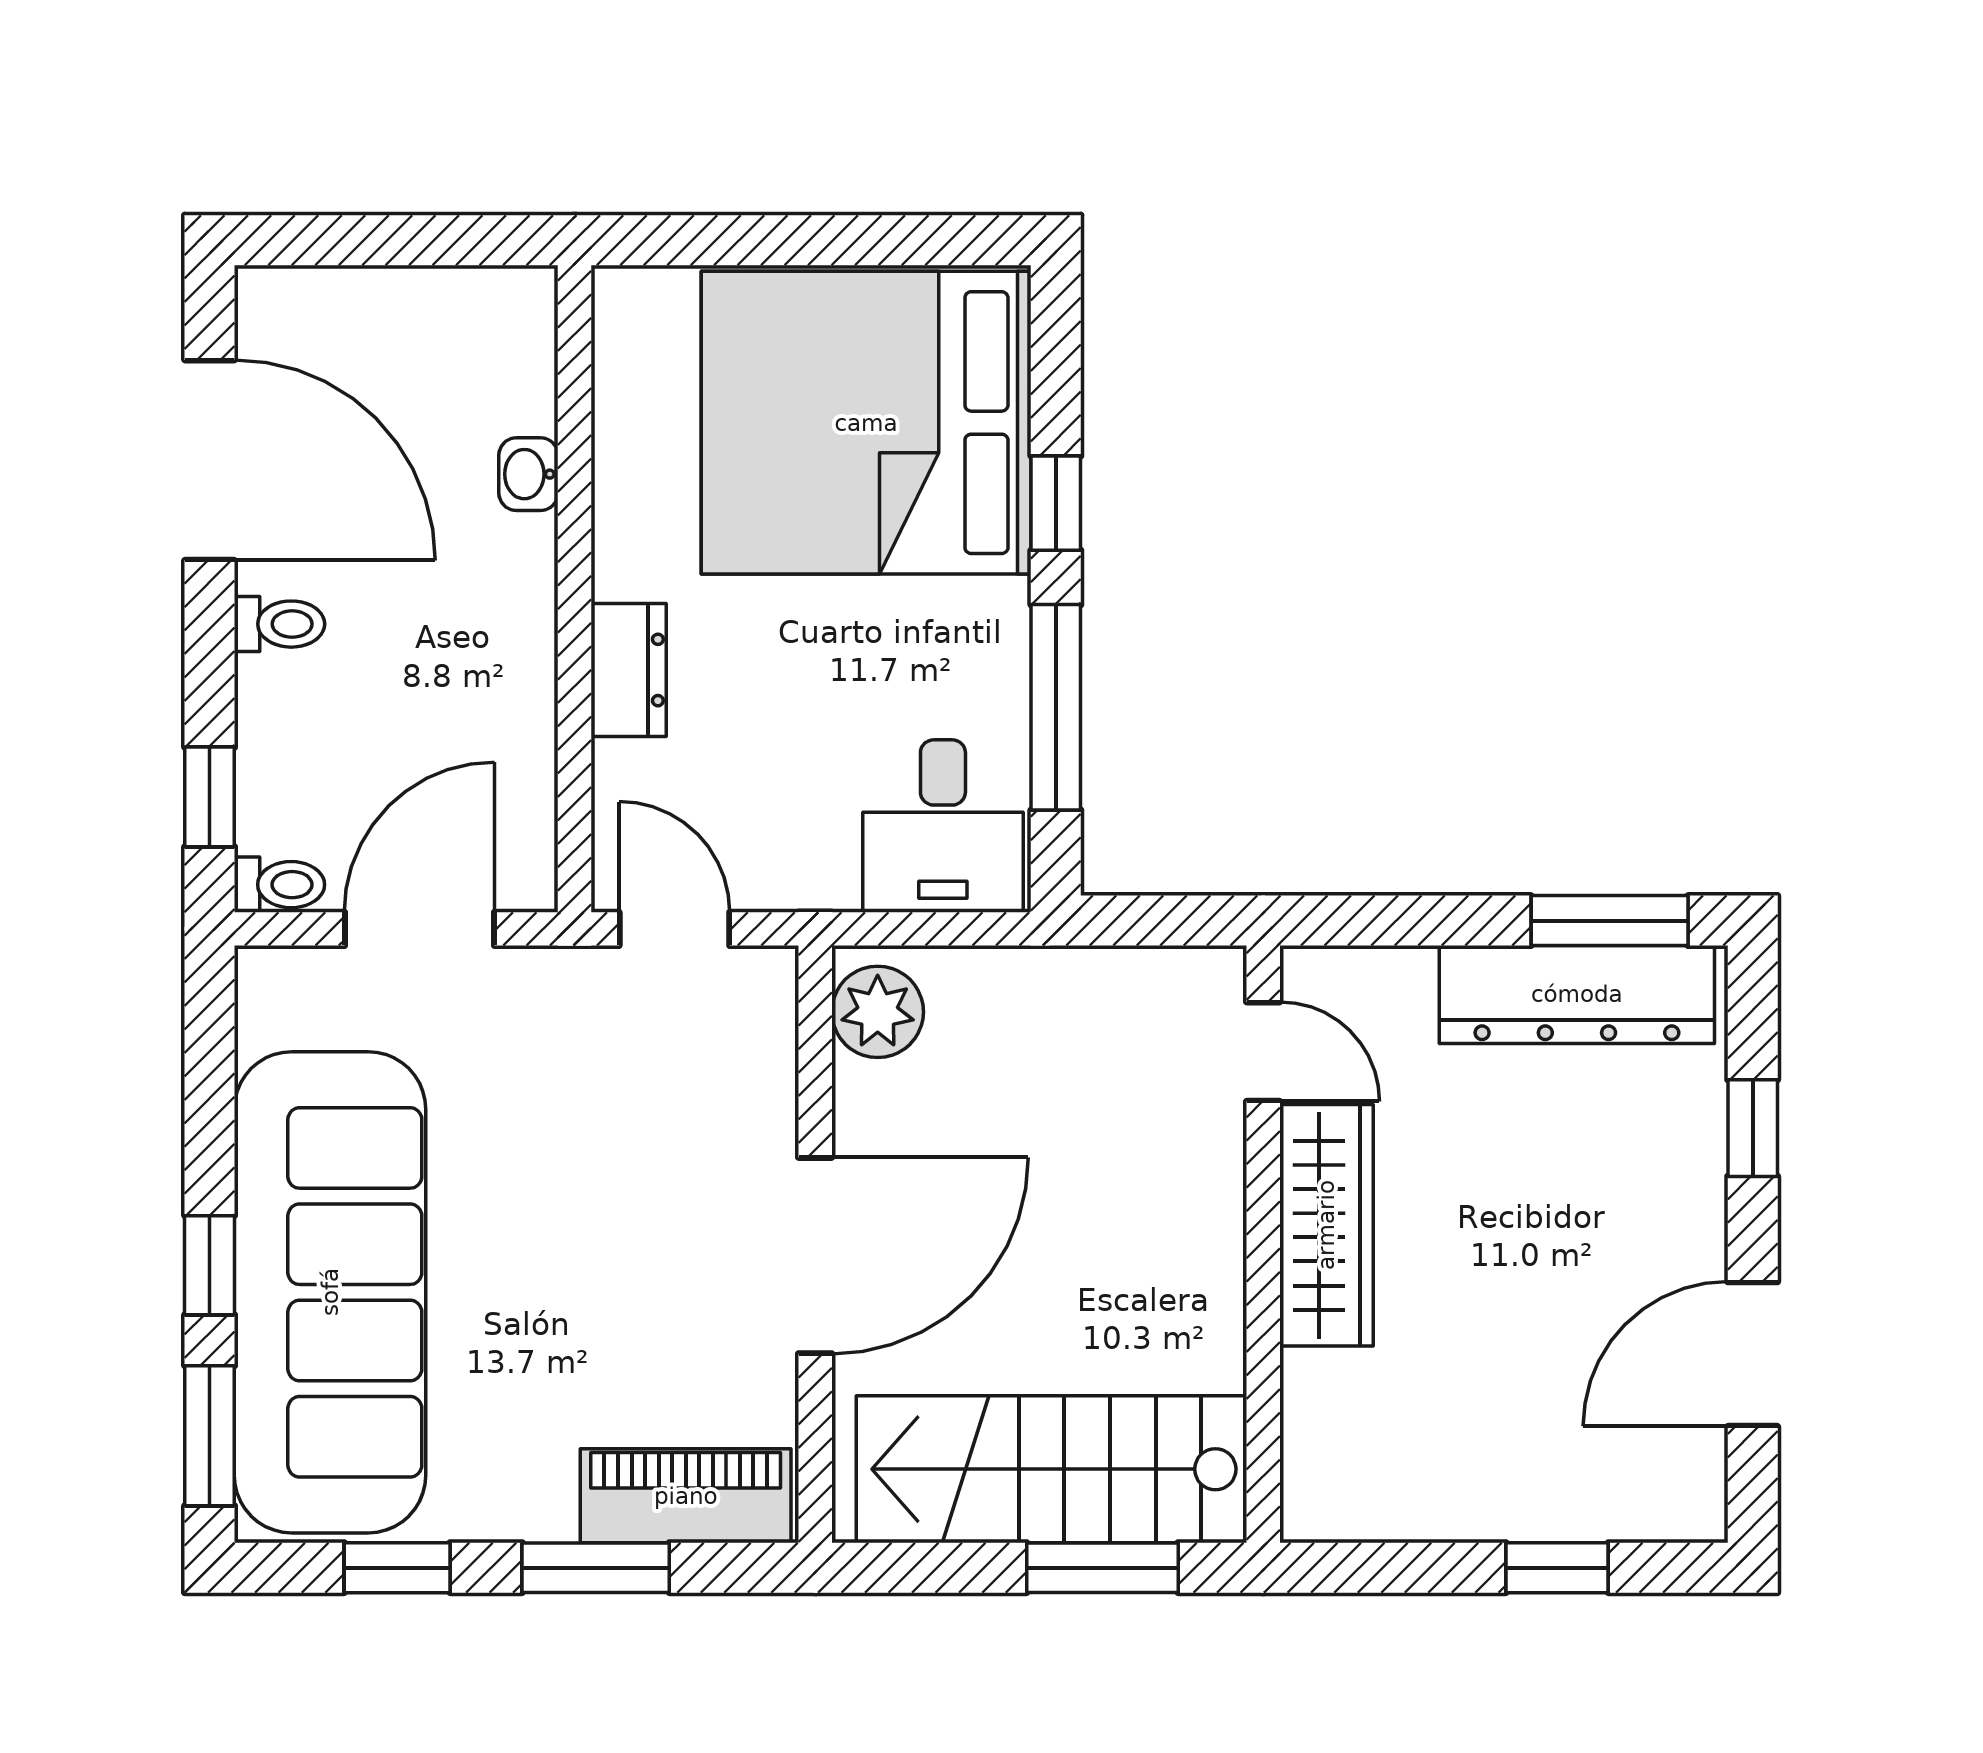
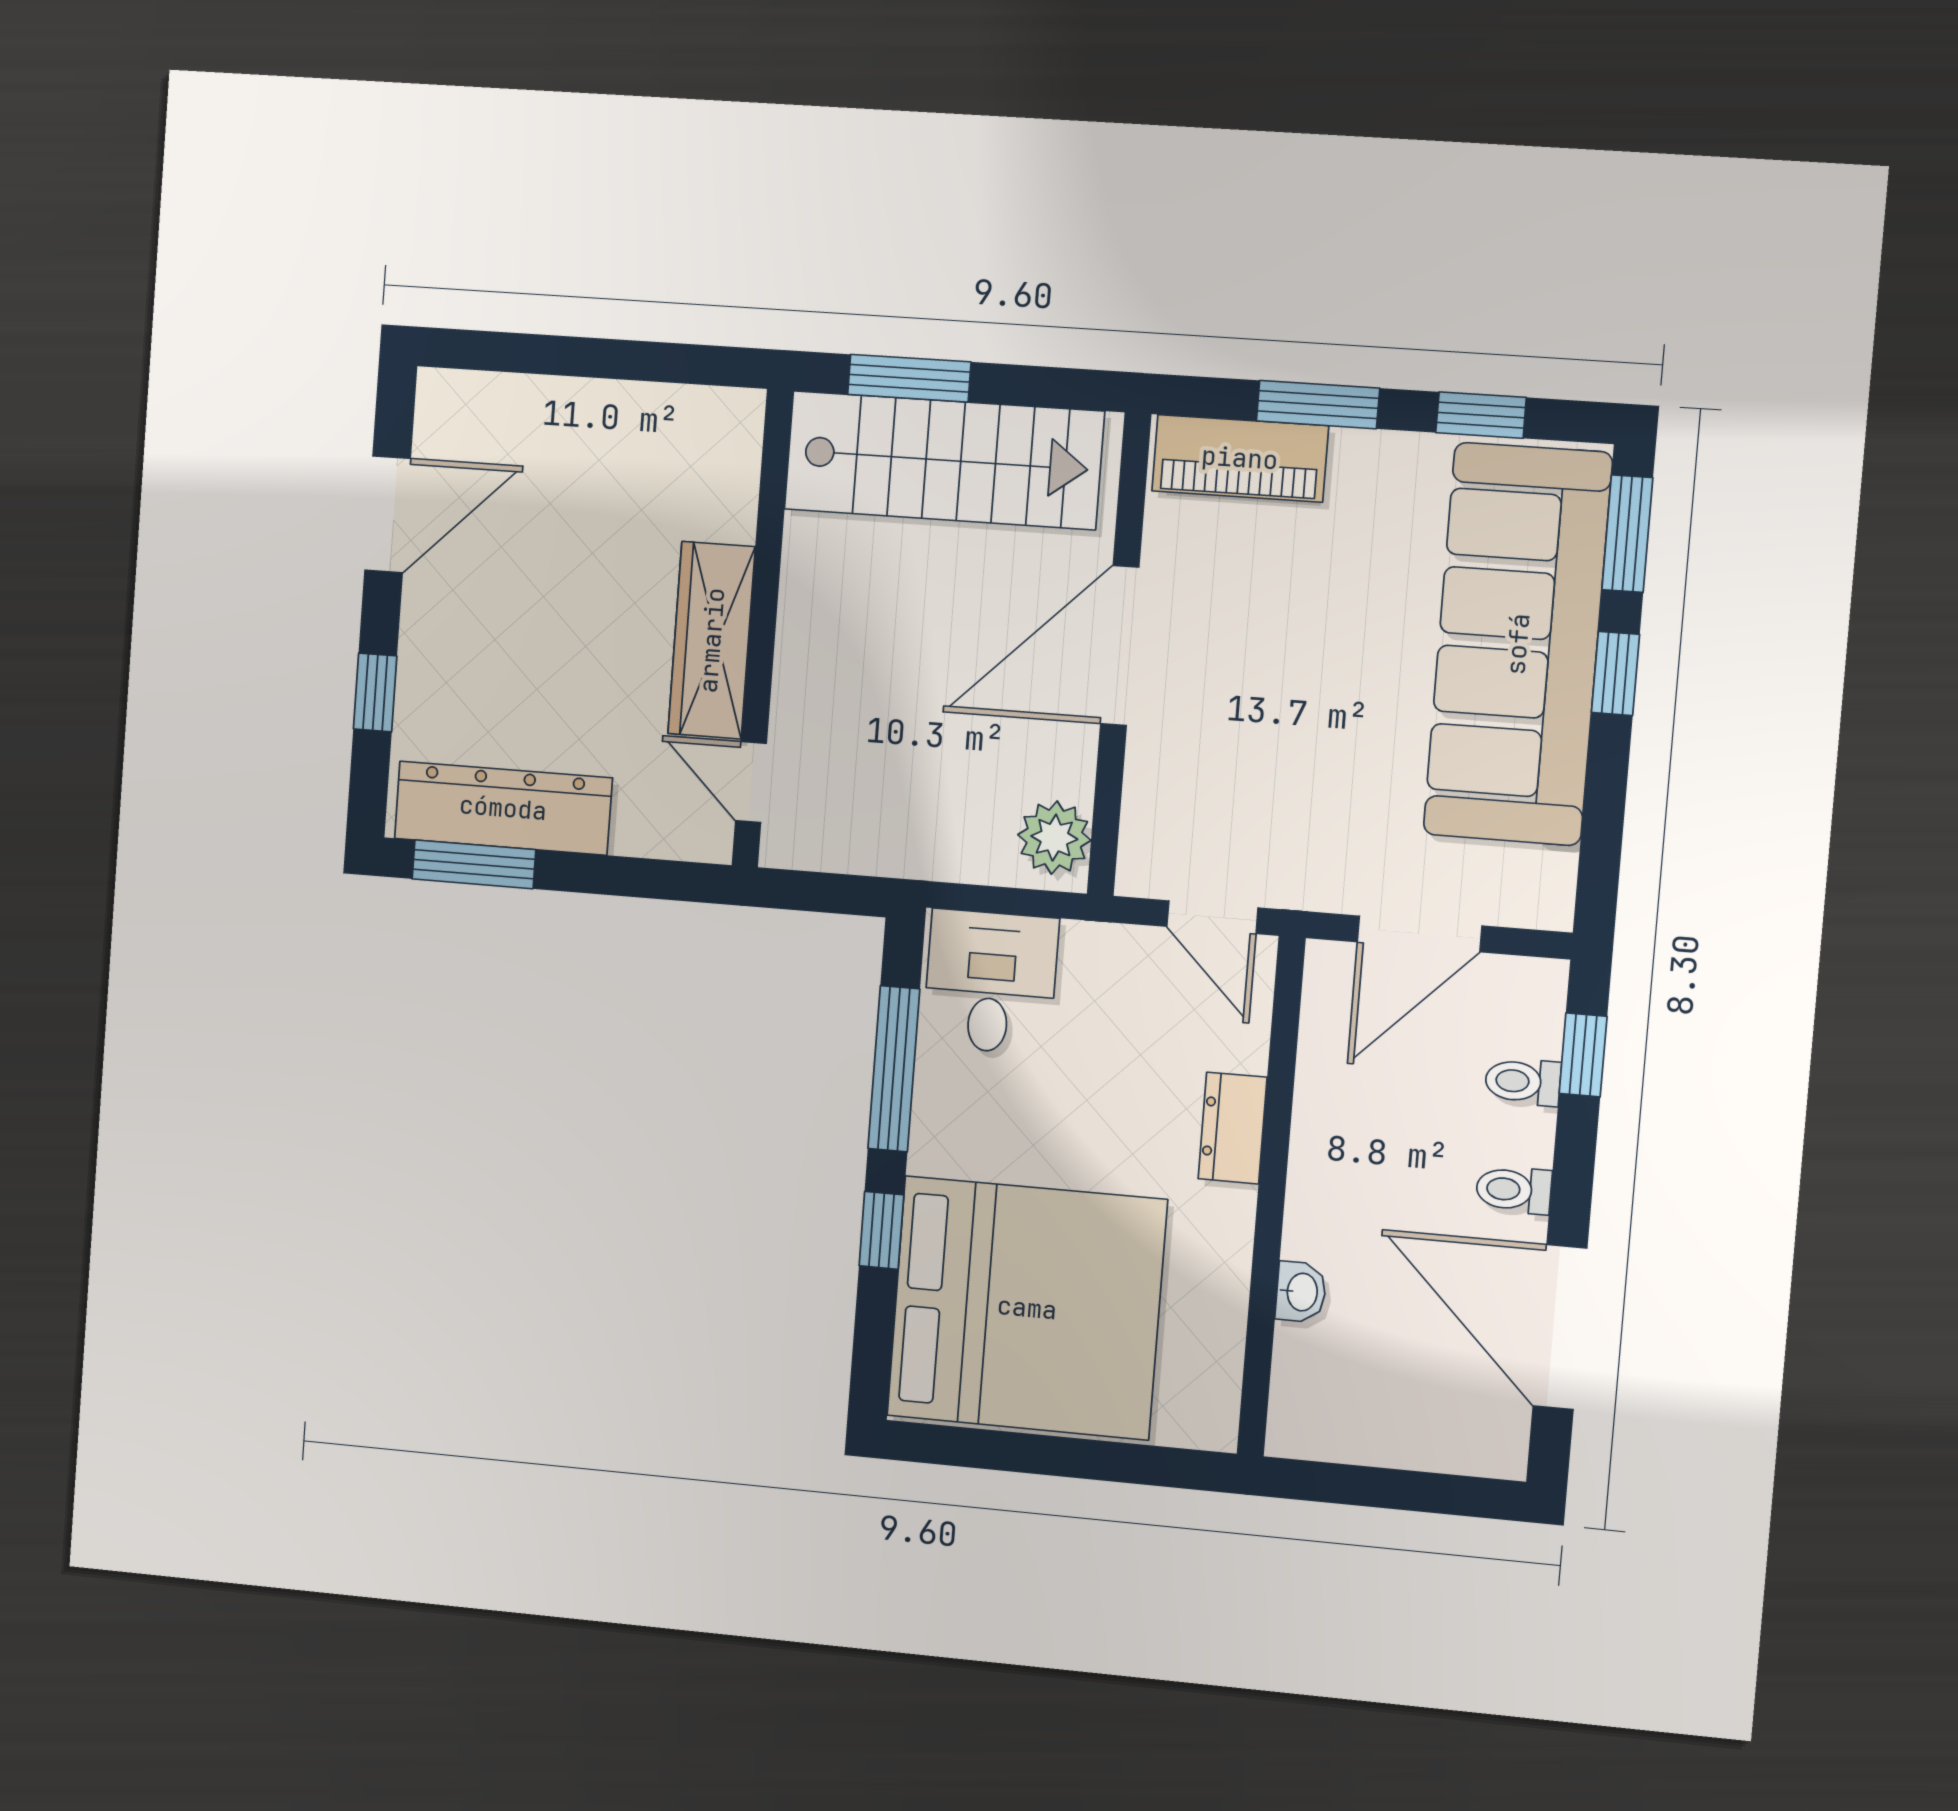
toilet: (279, 885) -> (1523, 1082), moved
window: (1557, 1568) -> (551, 355), removed

